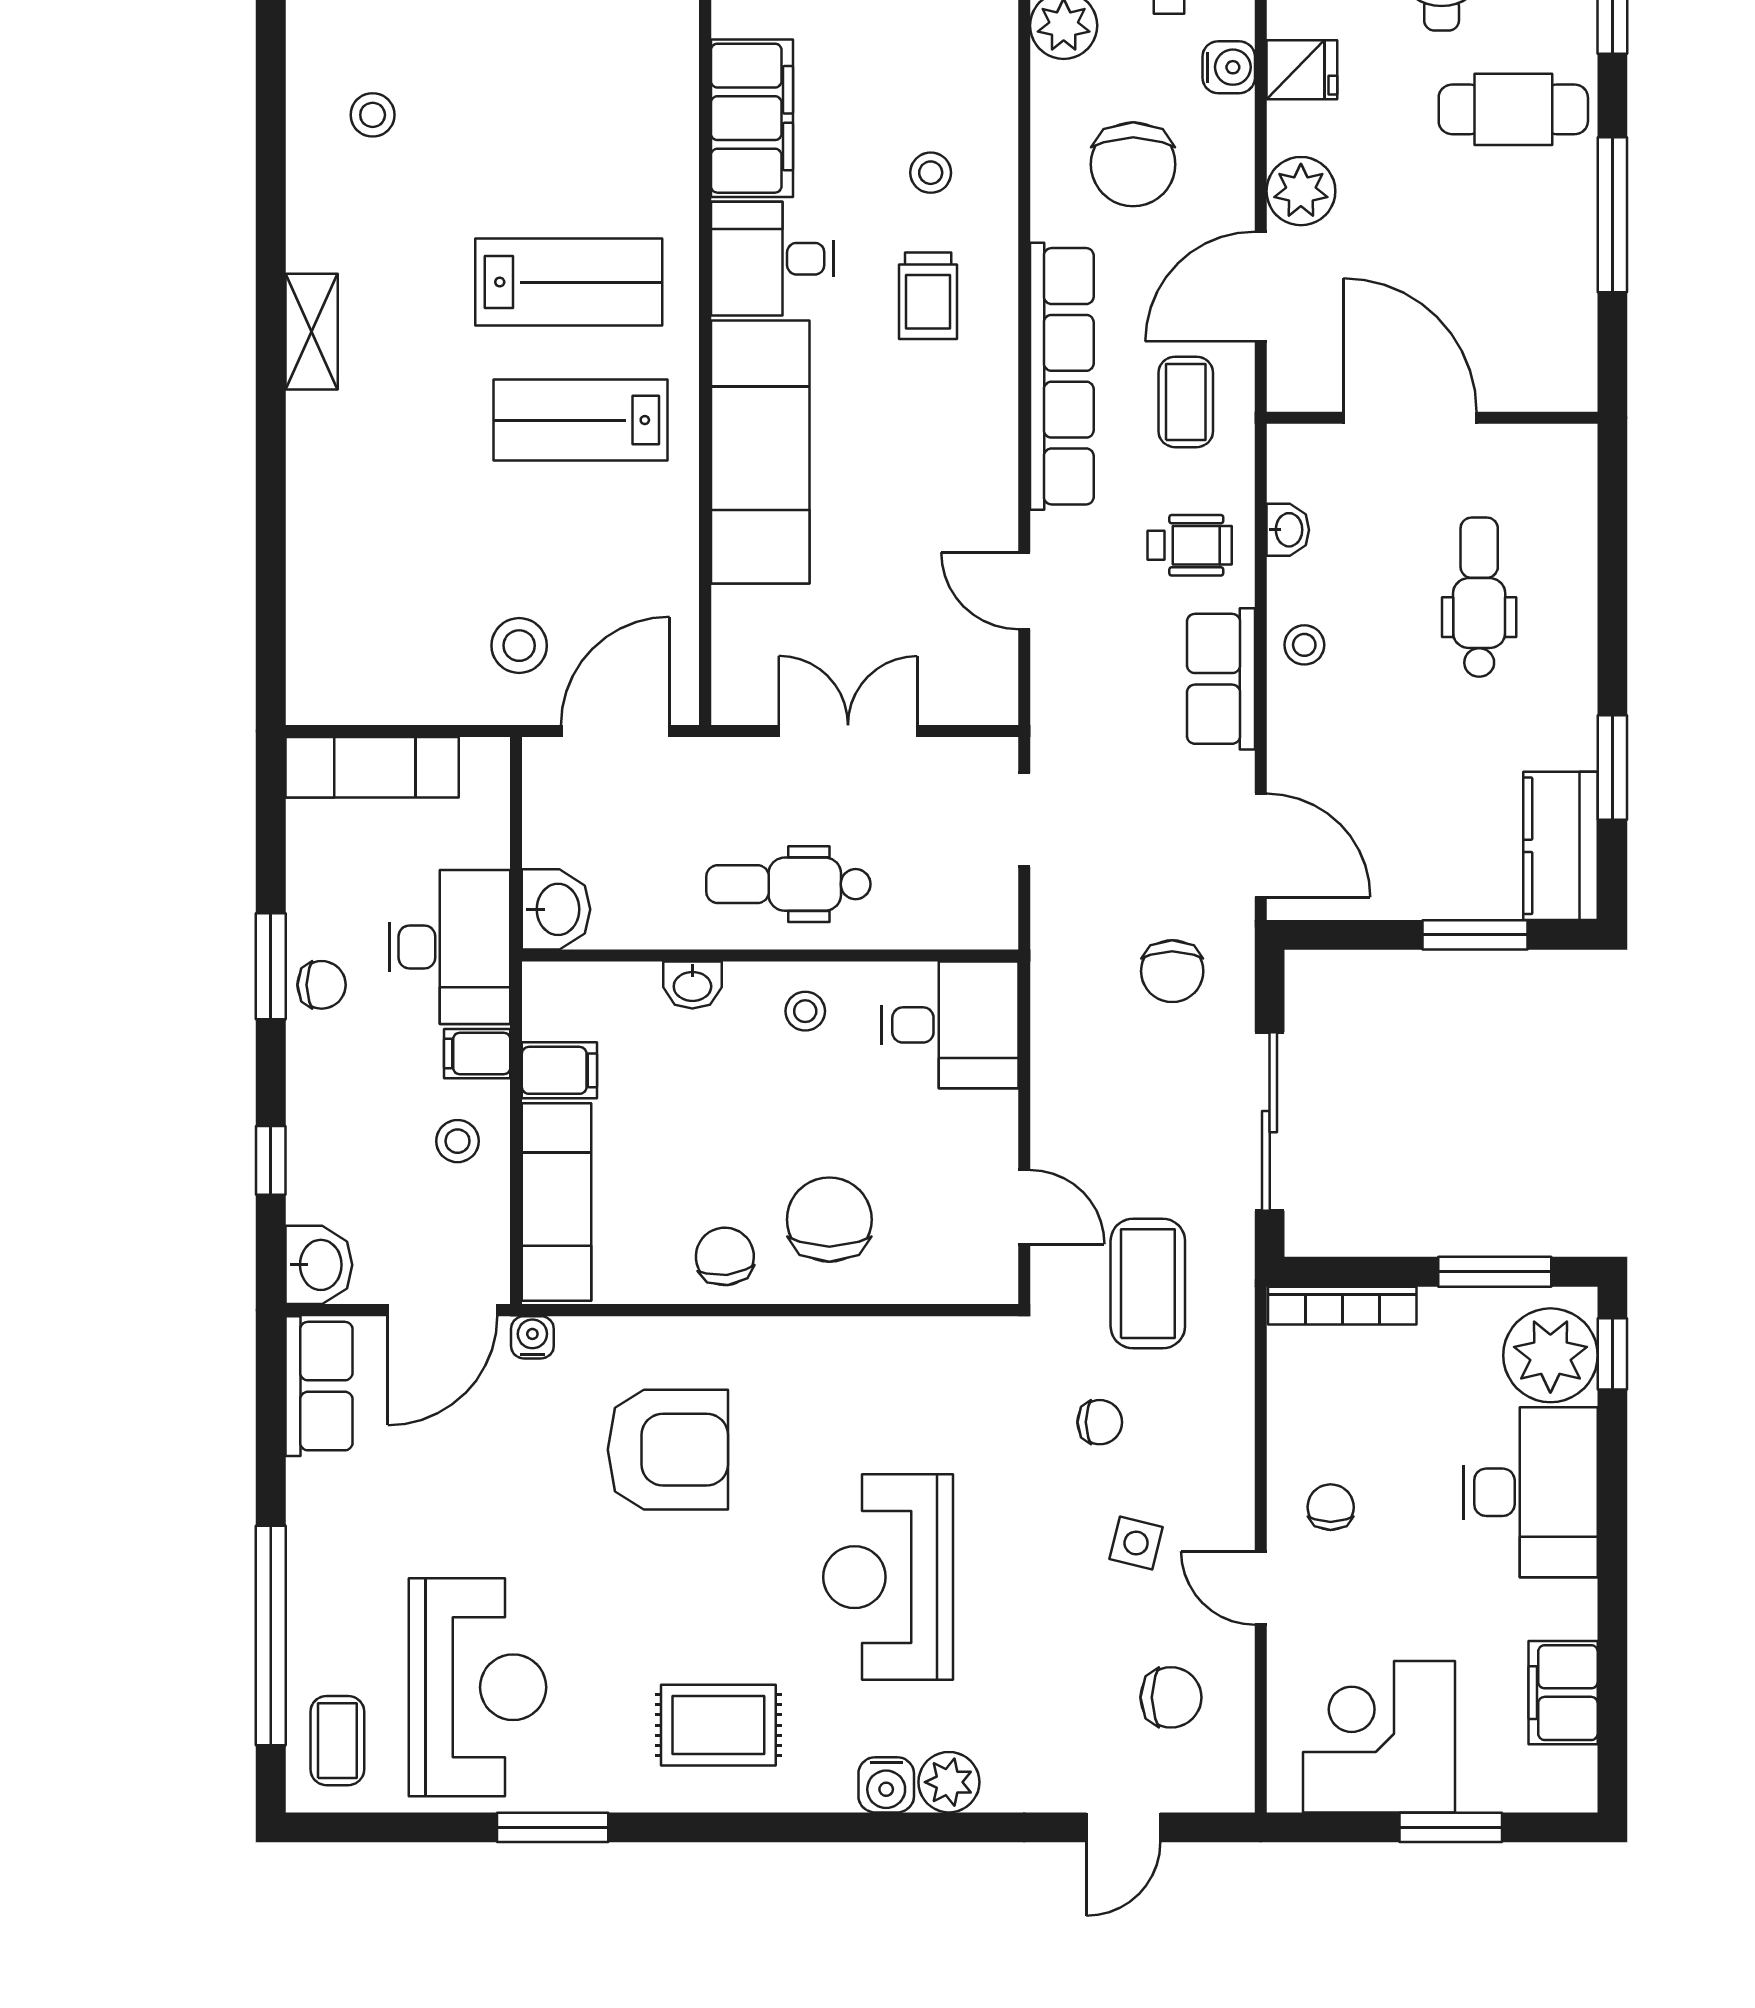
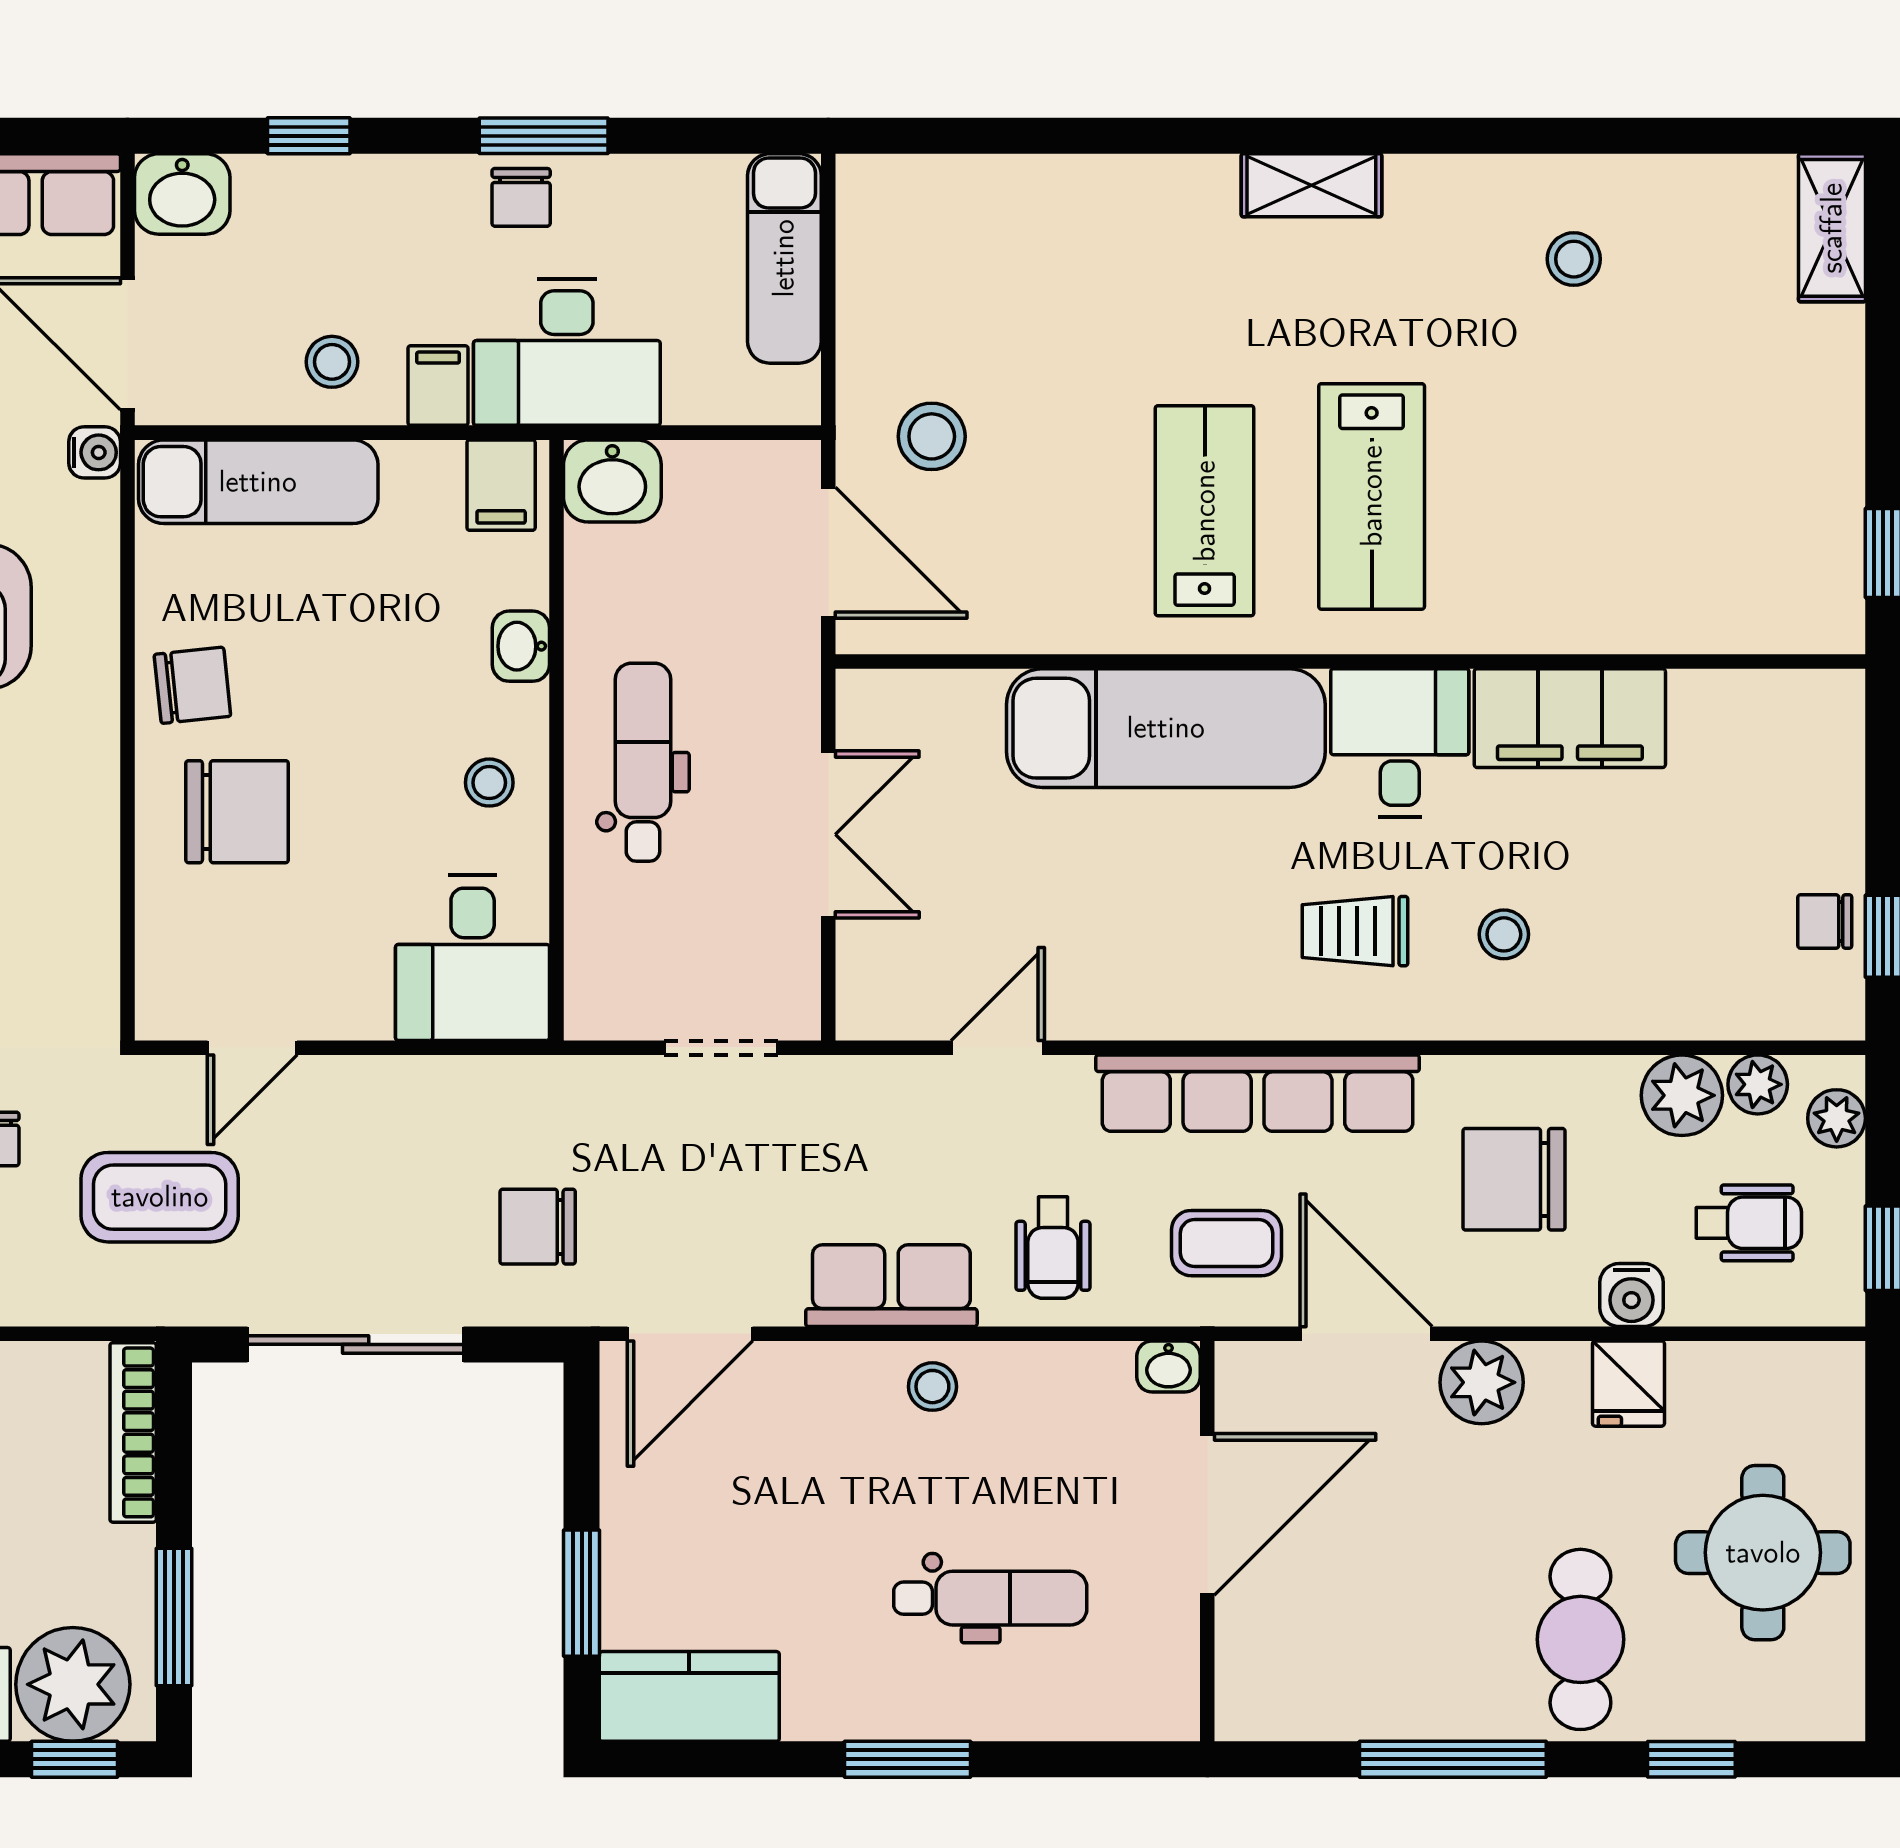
washbasin: (1288, 530) -> (1168, 1366), moved
window: (1612, 767) -> (908, 1759), moved
filing cabinet: (559, 1070) -> (501, 485), moved

